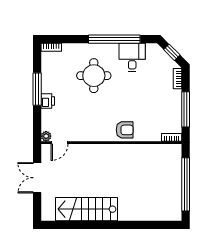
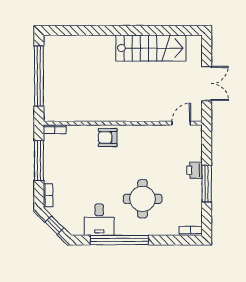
plant: (46, 136) -> (196, 130), removed

